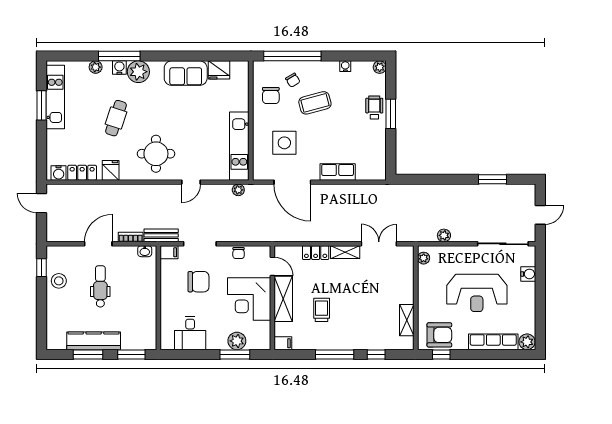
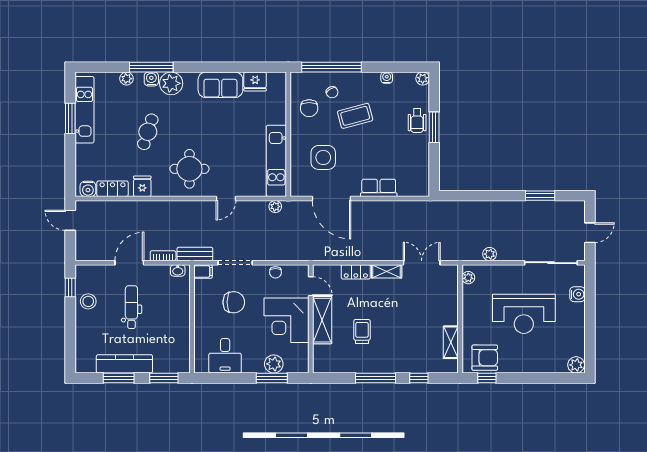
wheelchair: (374, 107) -> (417, 121), turned 180
row of seats: (493, 342) -> (541, 365), removed
filing cabinet: (283, 343) -> (322, 366), removed

